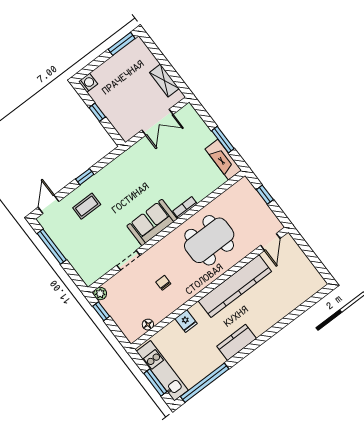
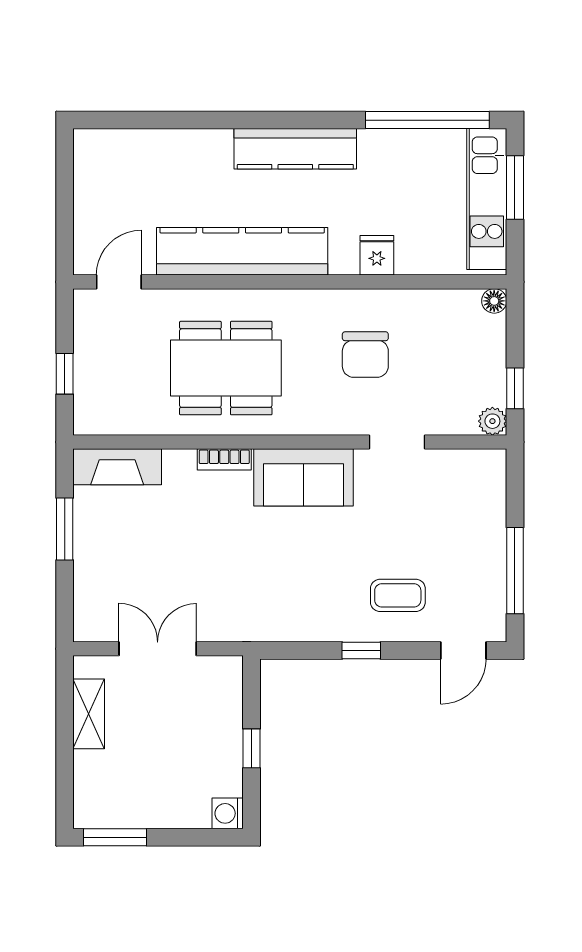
fireplace: (223, 160) -> (117, 467), moved, turned 90
chair: (163, 283) -> (365, 355), width x1.87, depth x1.87
floor lamp: (148, 325) -> (494, 301), moved
kitchen counter: (237, 342) -> (295, 149), width x1.50

